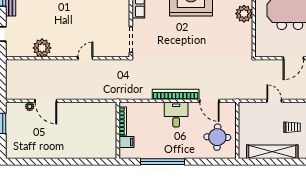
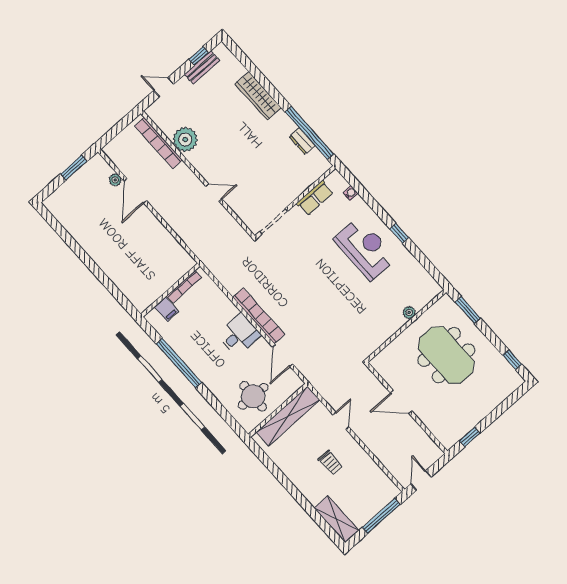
plant: (244, 14) -> (409, 312), width x0.53, depth x0.53
bookcase: (31, 64) -> (159, 143), added
shelving: (272, 152) -> (288, 416), moved, turned 90

